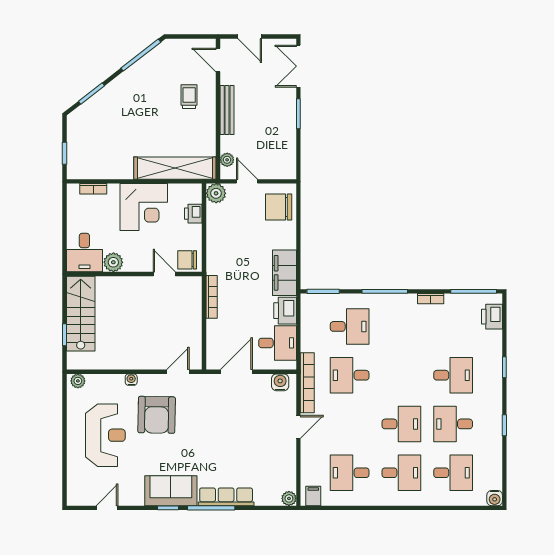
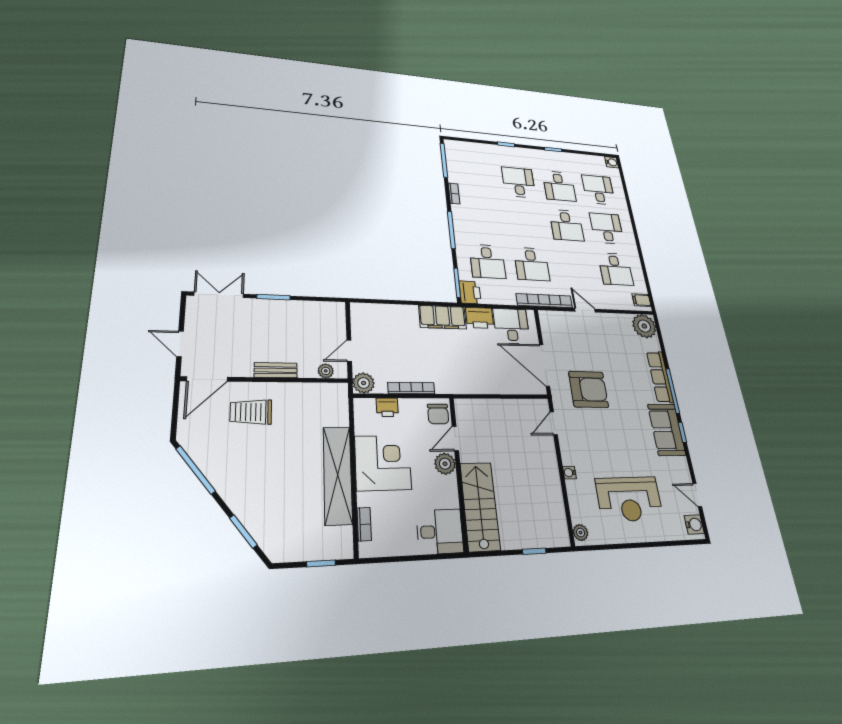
door: (250, 36) -> (180, 344), swing flipped
door: (218, 60) -> (207, 379), width x1.37
double door: (298, 66) -> (219, 295), swing flipped
trolley: (189, 97) -> (251, 412), width x1.36, depth x1.39
bench: (227, 110) -> (276, 370), width x0.73
shelving: (175, 168) -> (338, 475), moved
chair: (279, 207) -> (375, 320), removed
plant: (113, 262) -> (445, 464), moved
bookcase: (212, 297) -> (411, 388), moved
stairs: (81, 314) -> (480, 506), moved, turned 90
printer: (492, 317) -> (470, 292), moved, turned -90
desk: (350, 326) -> (487, 261), turned 180
door: (178, 372) -> (554, 423), hinge flipped
door: (236, 372) -> (544, 365), width x1.36
water cooler: (280, 382) -> (694, 524), moved, turned 180
armchair: (157, 415) -> (589, 389), moved
desk: (401, 424) -> (567, 225), turned 180
reception desk: (105, 435) -> (629, 499), turned 180
plant: (289, 498) -> (644, 326), width x1.88, depth x1.88

